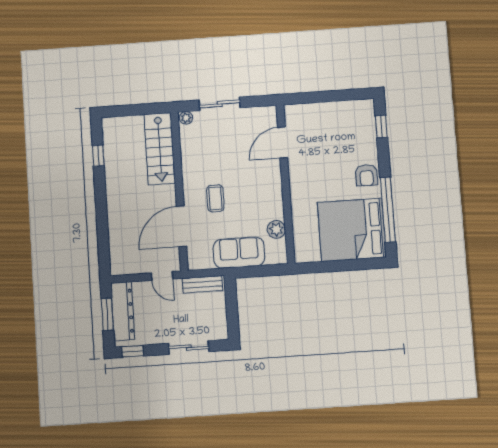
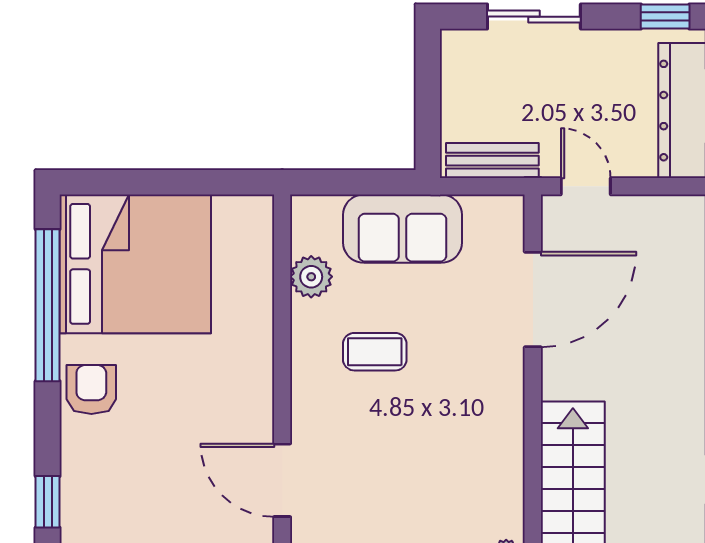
door: (283, 143) -> (282, 480), swing flipped
coffee table: (215, 198) -> (375, 352), moved, turned 90

